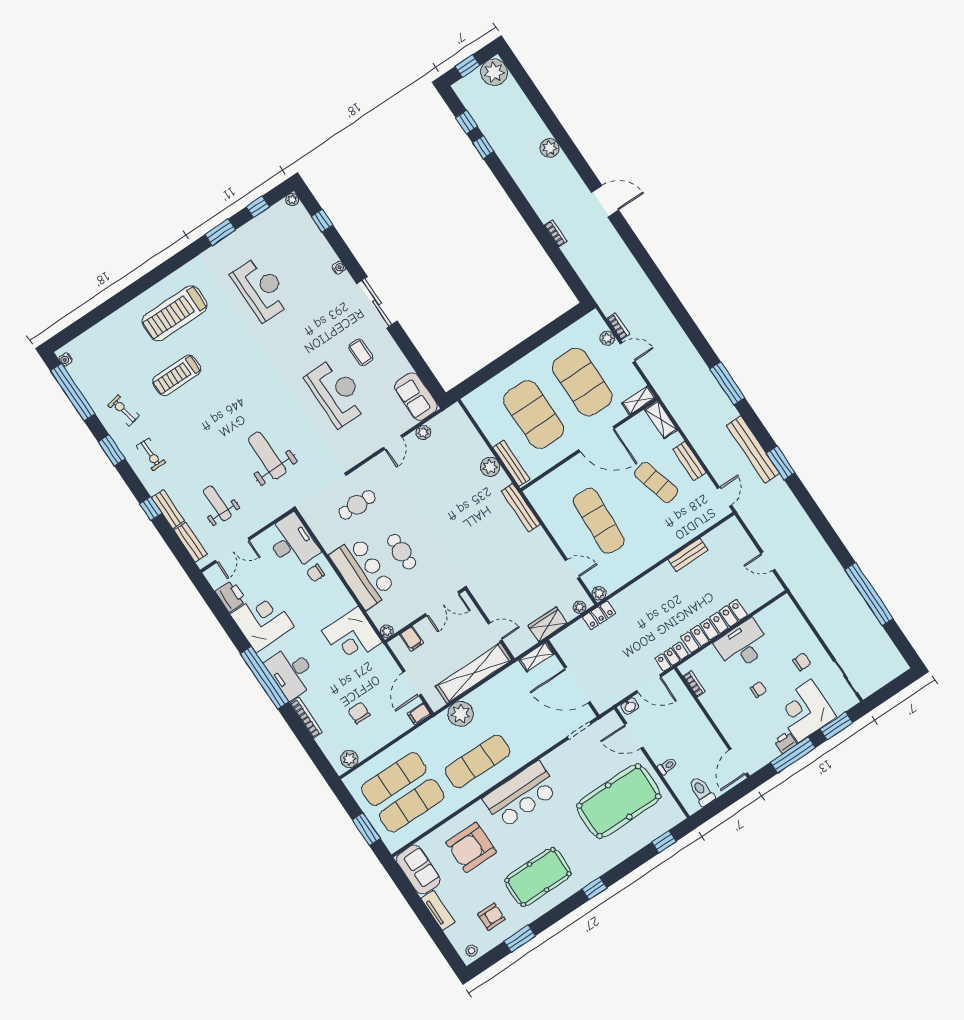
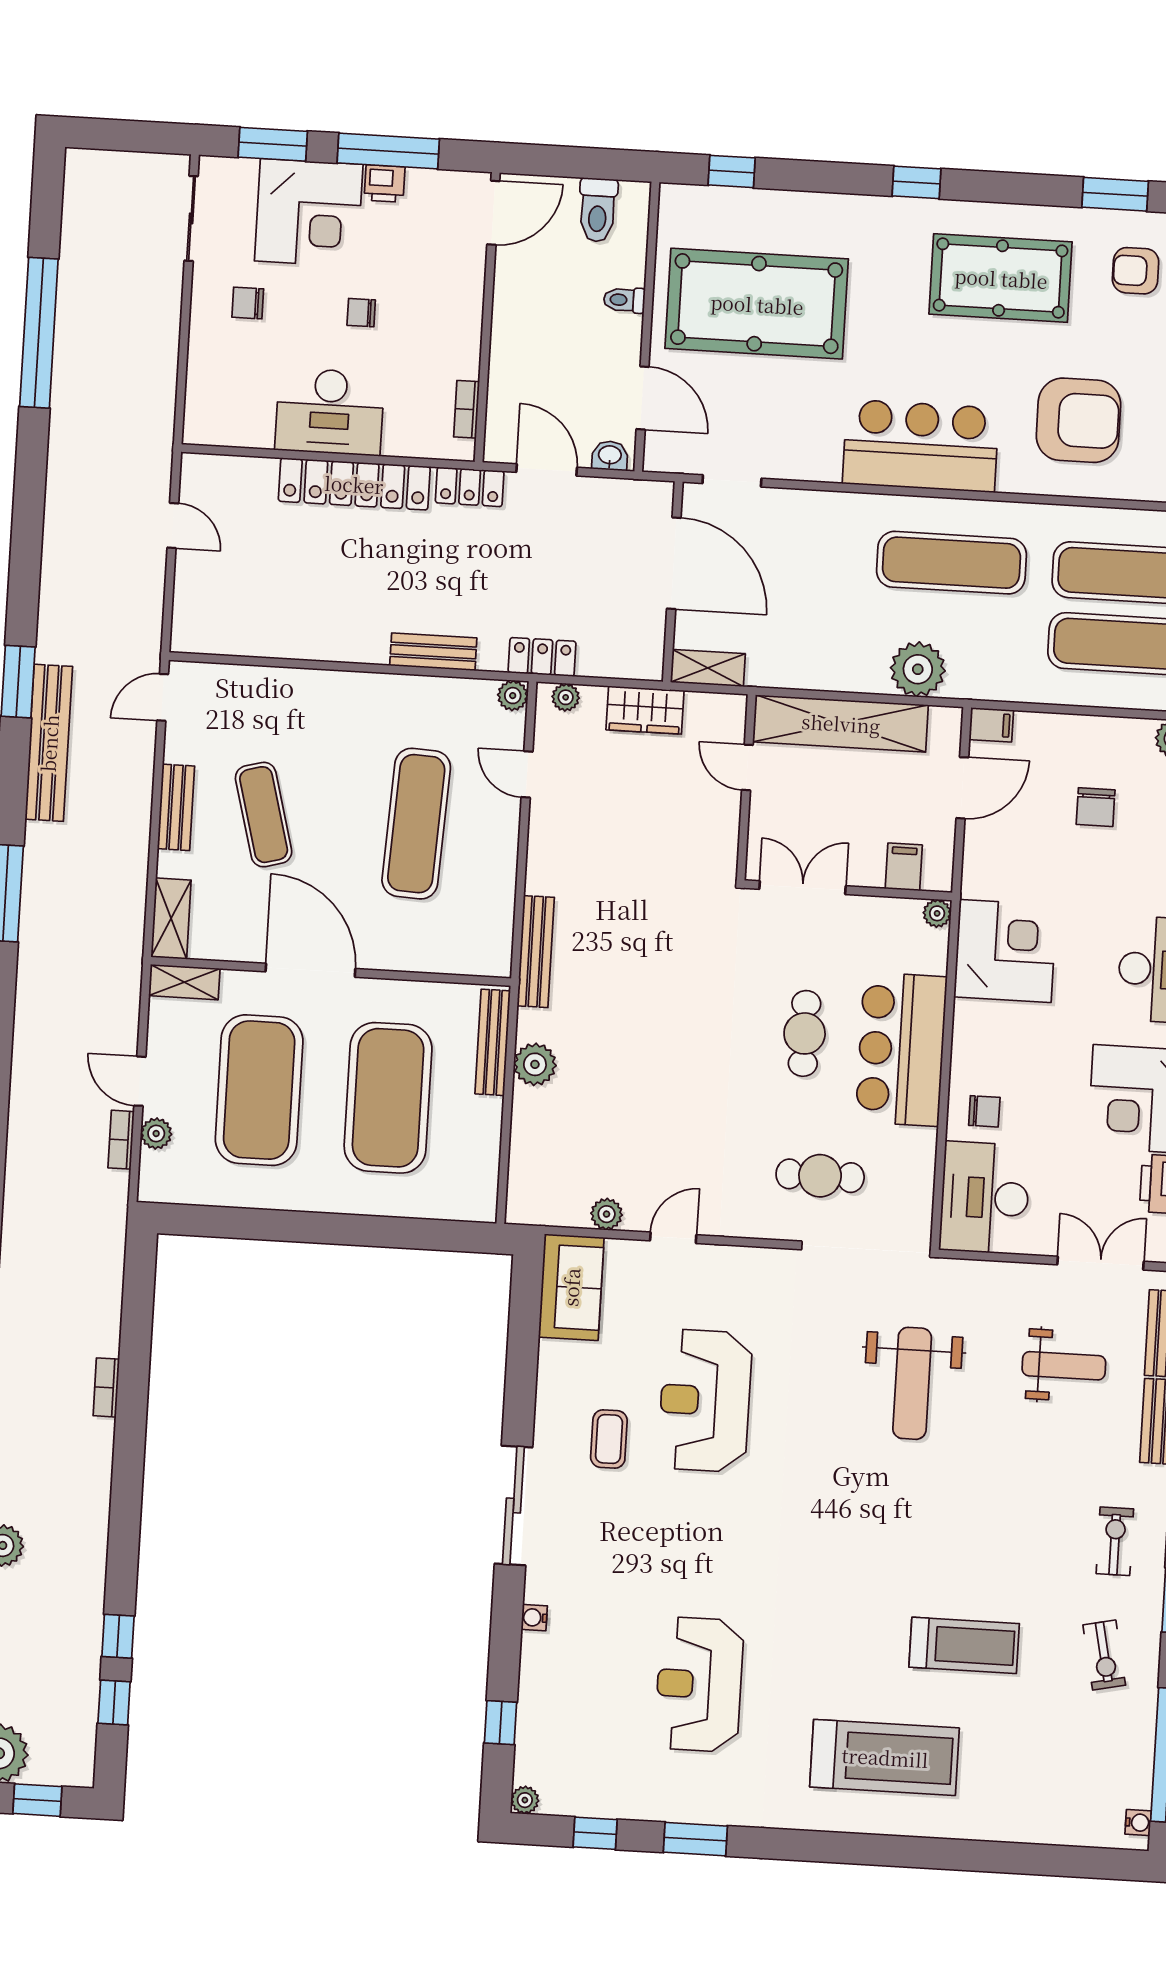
weight bench: (217, 503) -> (1064, 1366), turned -90
bench: (688, 555) -> (433, 652), moved

